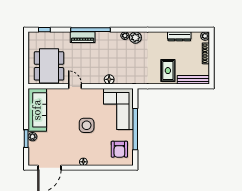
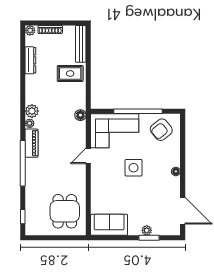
piano: (83, 37) -> (31, 143), moved
dining table: (49, 66) -> (65, 211), width x0.73
floor lamp: (109, 79) -> (80, 115), moved
door: (75, 86) -> (88, 156), moved
sofa: (37, 110) -> (109, 225), width x0.73
armchair: (119, 149) -> (161, 130), turned 141

